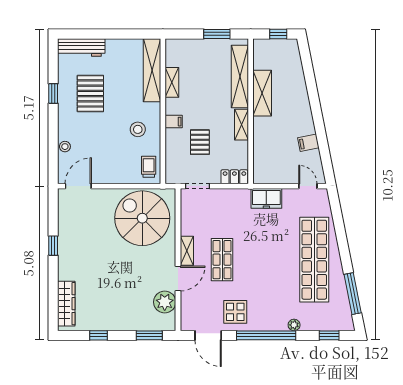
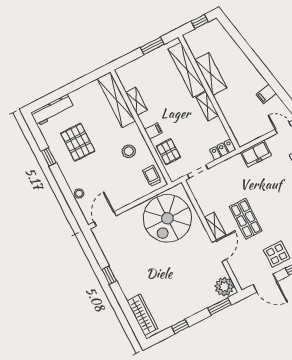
pallet: (200, 142) -> (168, 152), moved
spiral stairs: (142, 218) -> (167, 218), turned -90
plant: (165, 302) -> (224, 287), moved

